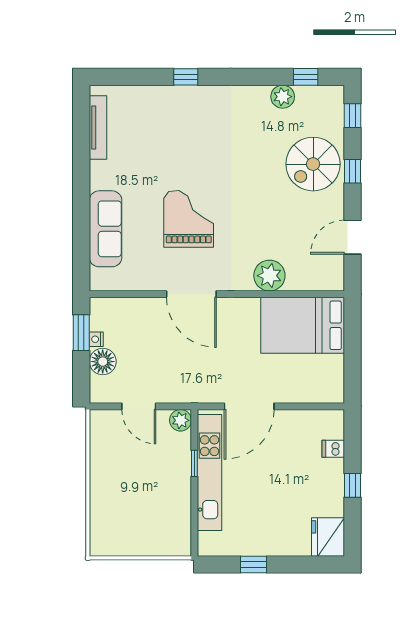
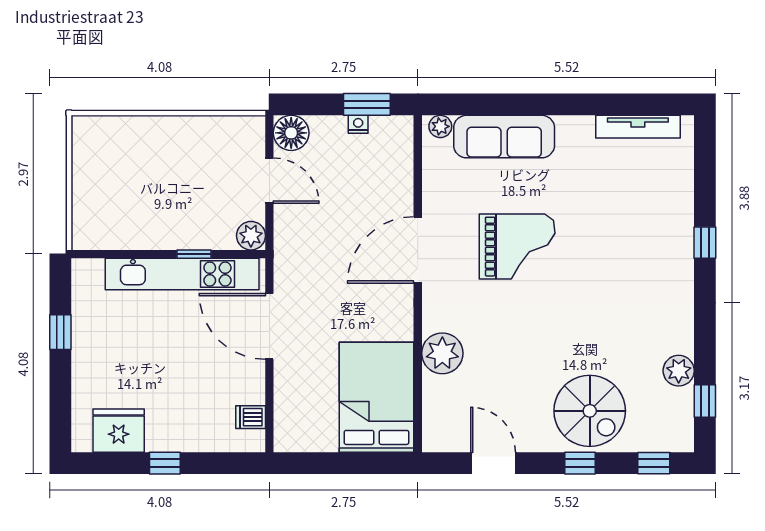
spiral stairs: (313, 164) -> (590, 411), turned 180
plant: (98, 277) -> (440, 126), added
floor lamp: (103, 362) -> (291, 133), moved
door: (139, 406) -> (269, 181), swing flipped
dishwasher: (333, 449) -> (251, 417), moved, turned -90
fridge: (328, 537) -> (119, 431), moved

